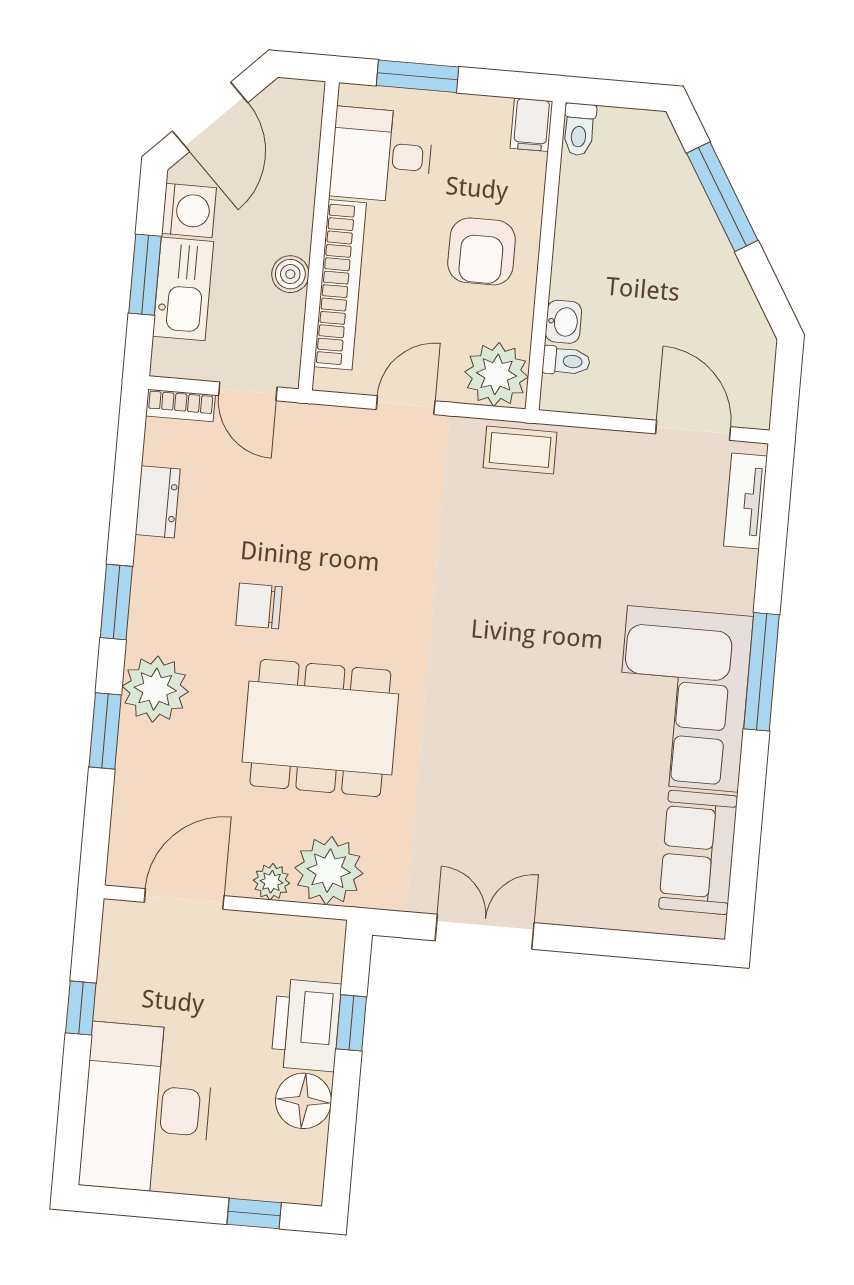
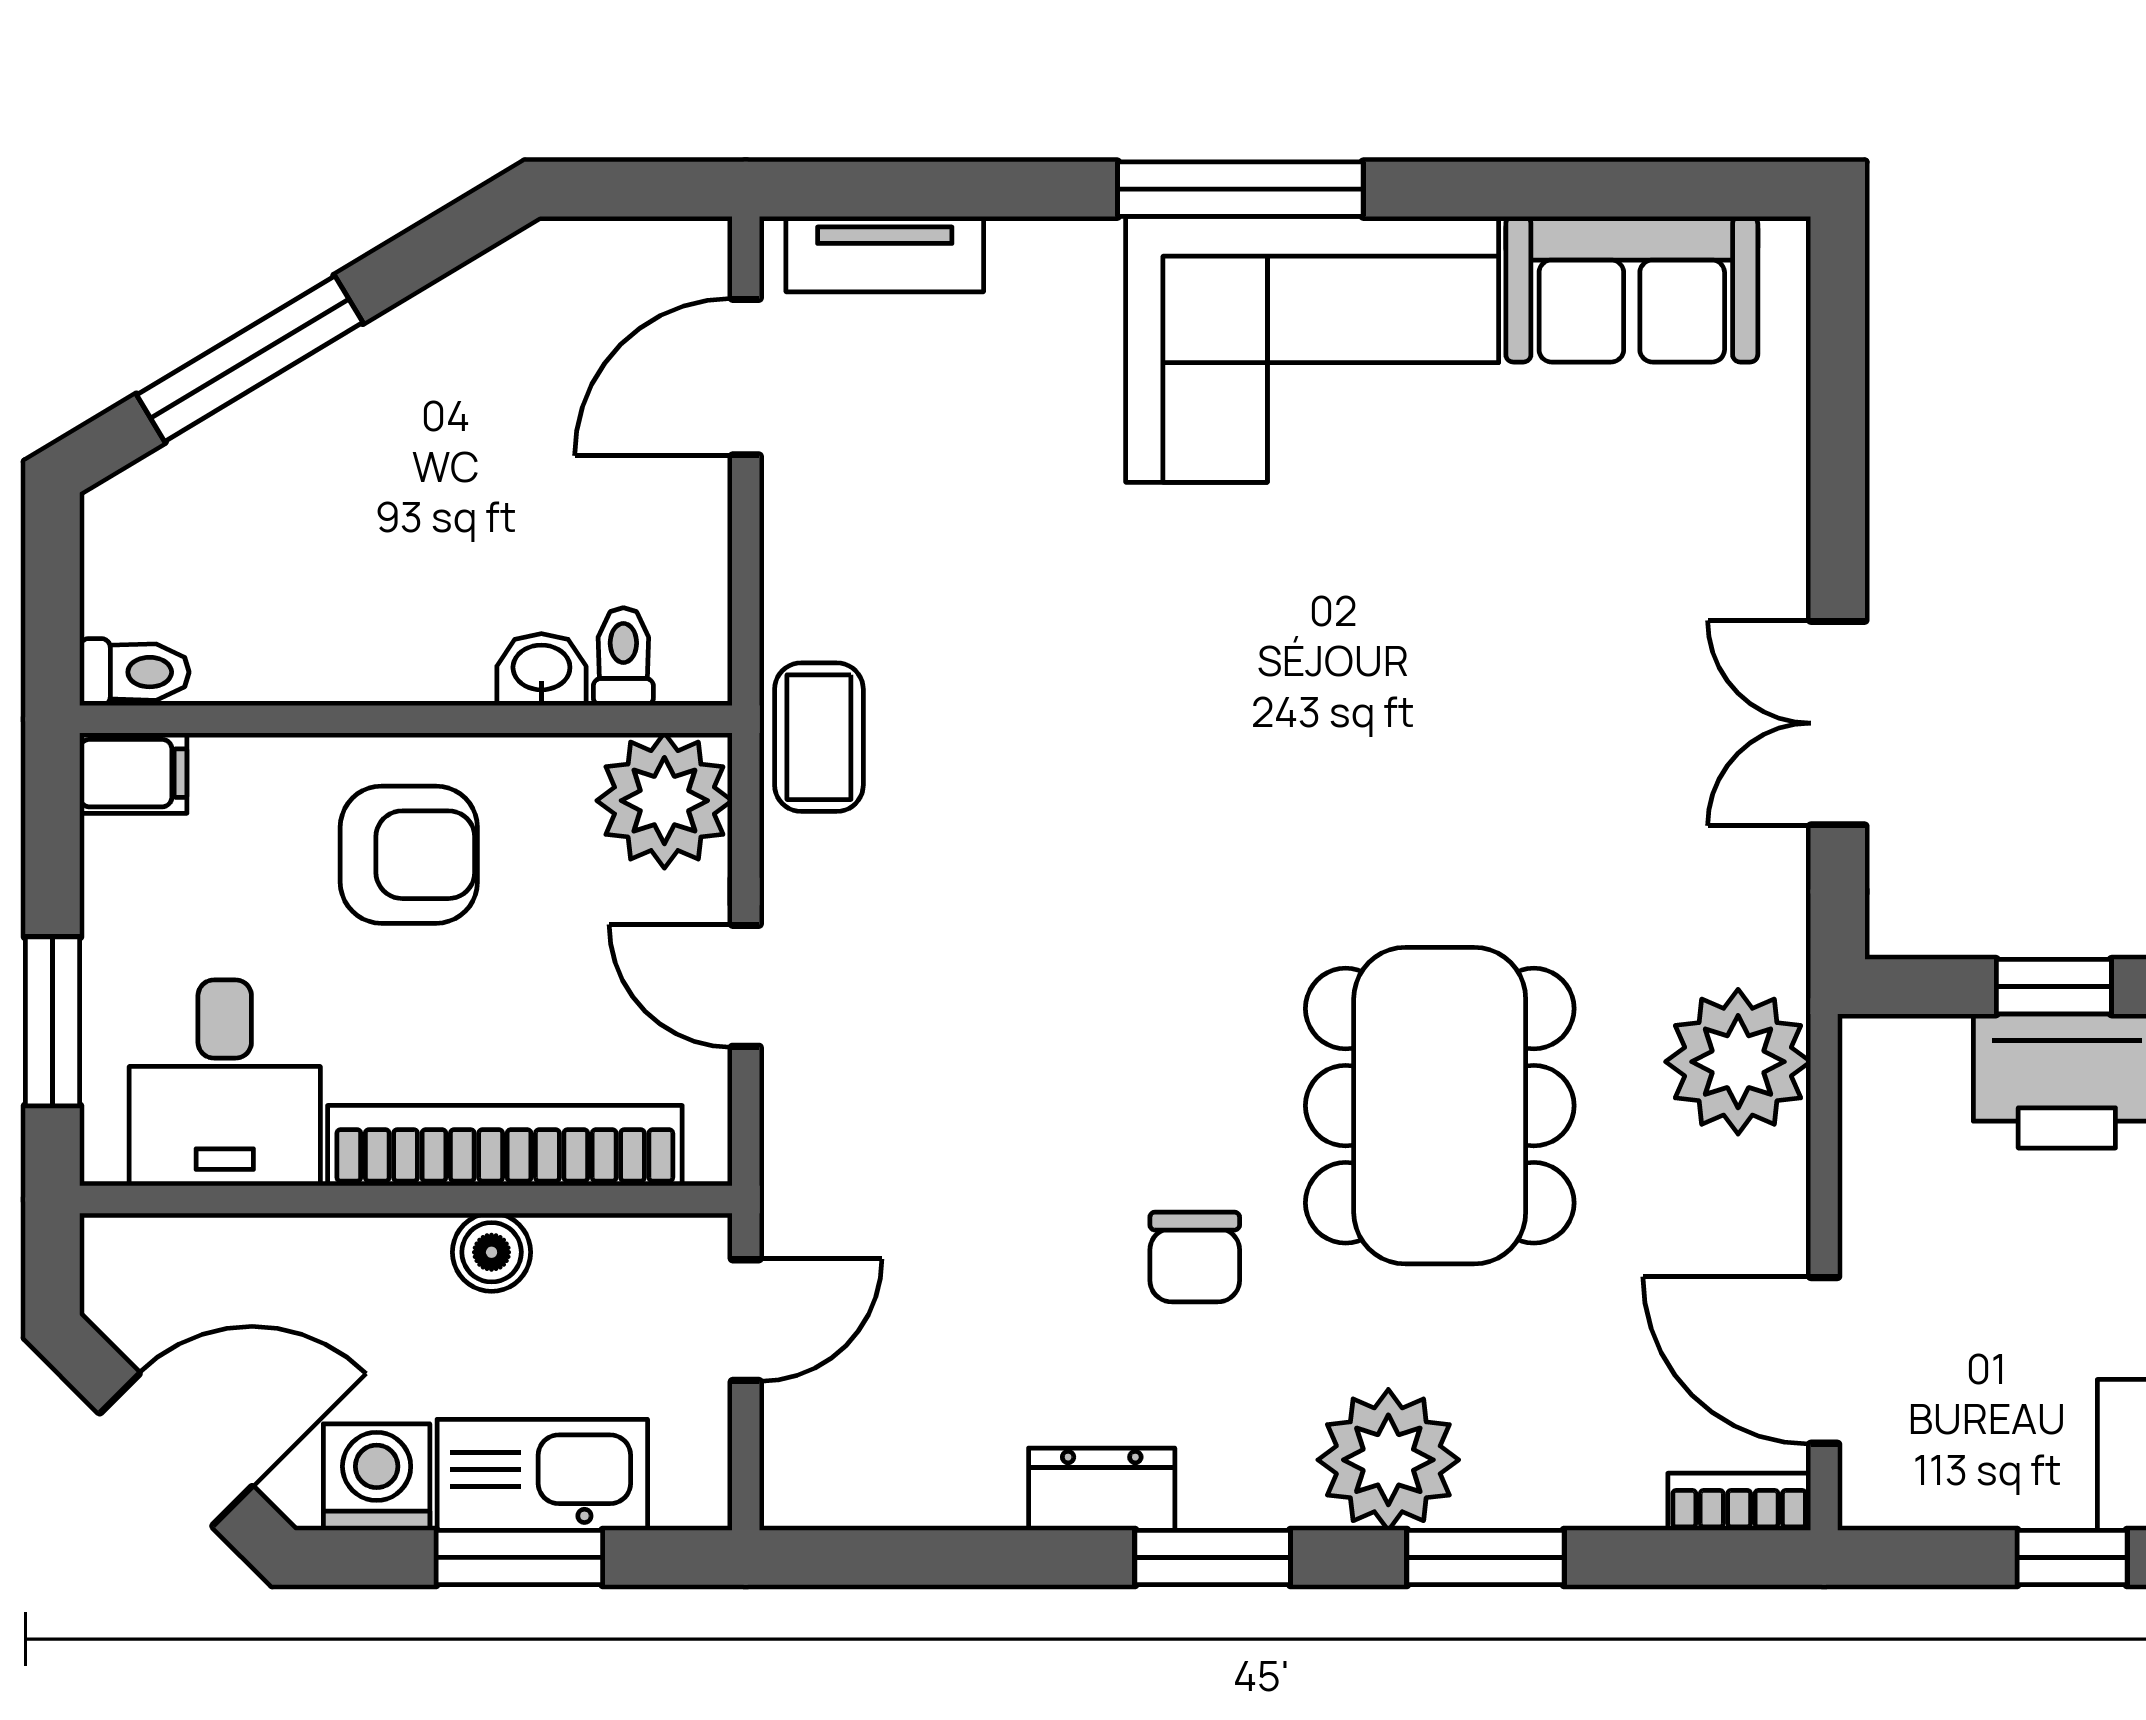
bookcase: (180, 406) -> (1739, 1502), moved, turned -90
dresser: (158, 502) -> (1102, 1489), moved
plant: (271, 882) -> (1772, 1180), removed

